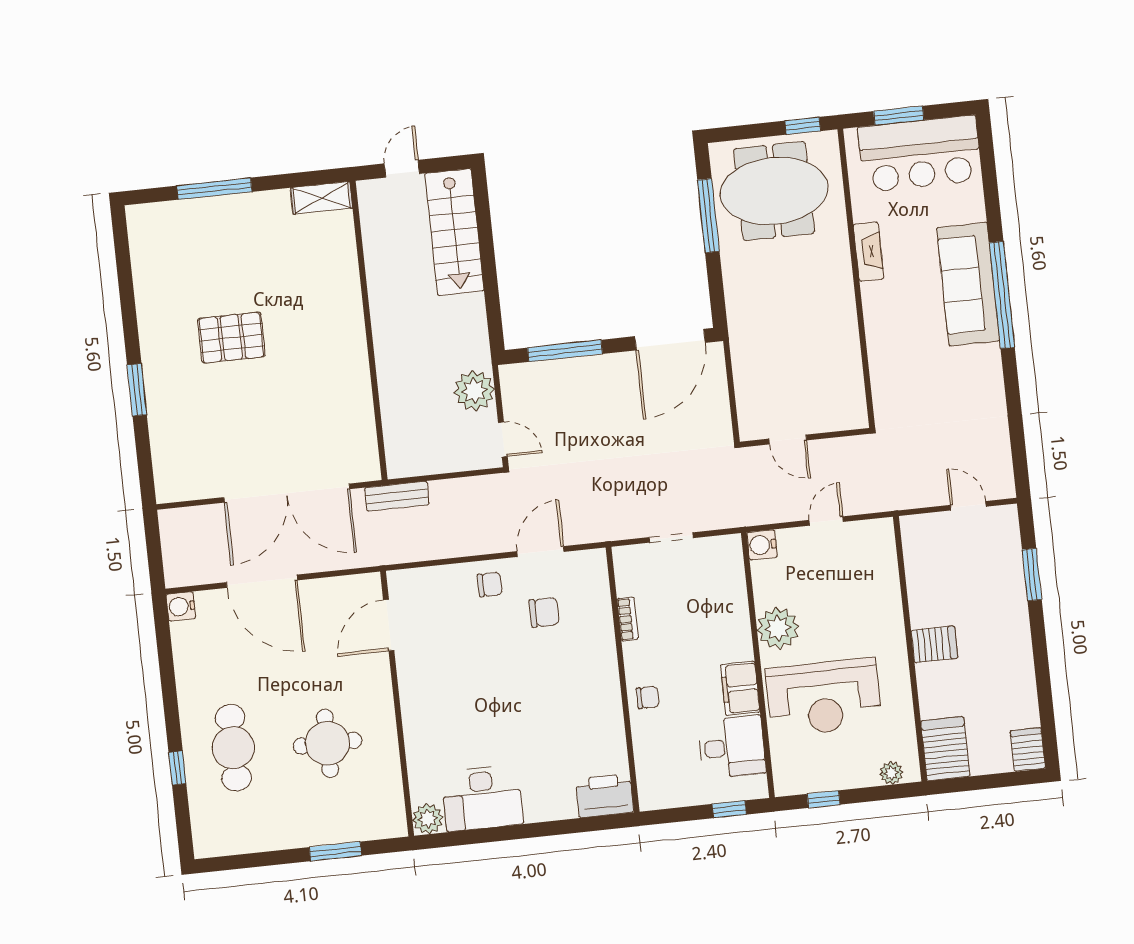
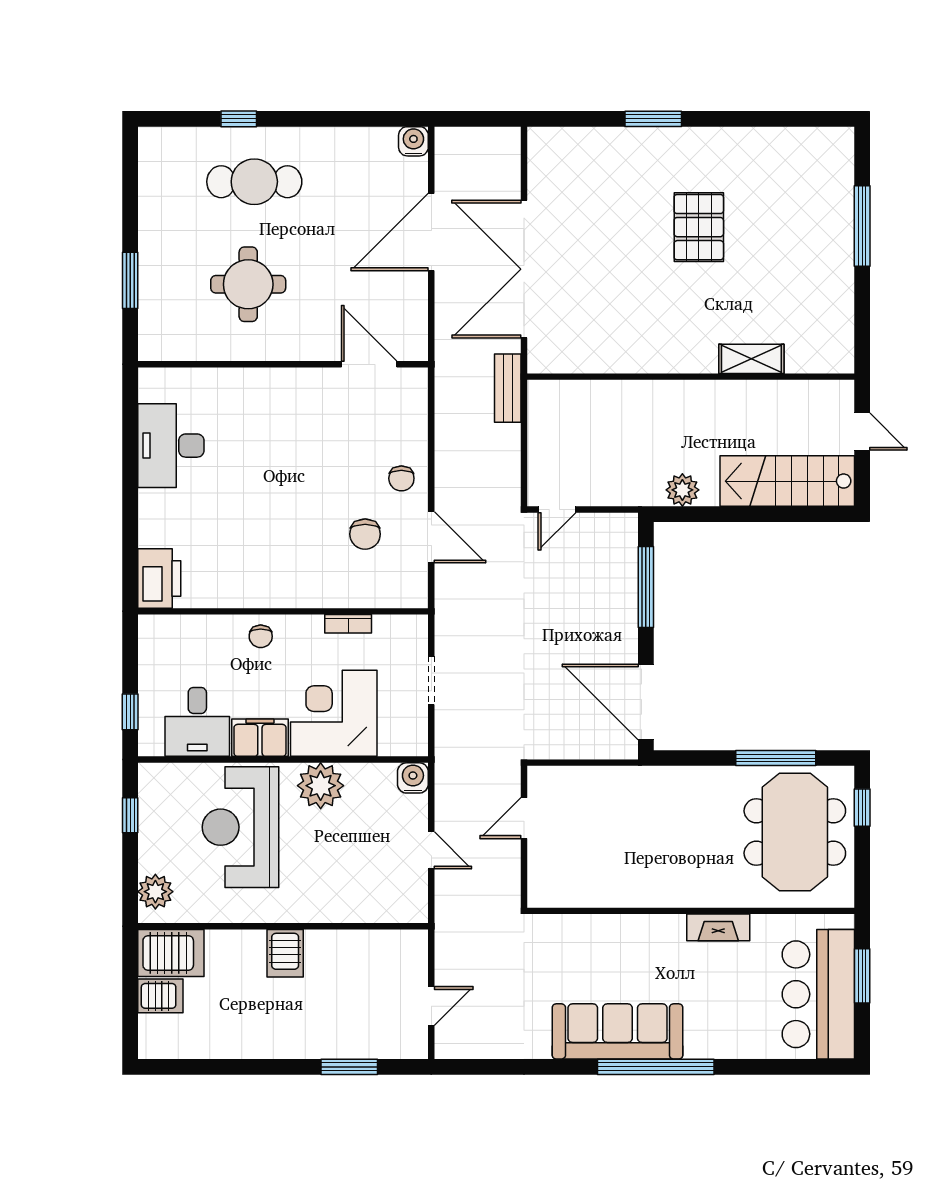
window: (803, 126) -> (862, 808), moved
shelving: (322, 198) -> (751, 359), moved, turned 90
sofa: (968, 284) -> (617, 1031), moved
plant: (474, 391) -> (682, 490), moved, width x0.73, depth x0.73
corner desk: (711, 623) -> (334, 713), added
server rack: (1028, 749) -> (160, 996), moved
plant: (891, 773) -> (155, 892), width x1.38, depth x1.38
plant: (428, 819) -> (155, 384), removed

